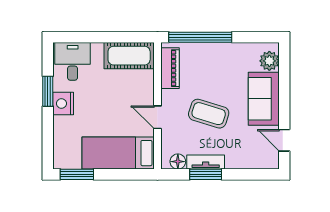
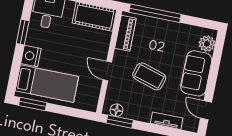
nightstand: (63, 104) -> (31, 56), moved
bed: (118, 153) -> (47, 84), moved, turned 180
tv unit: (206, 162) -> (167, 121), moved
window: (206, 174) -> (120, 122), moved

